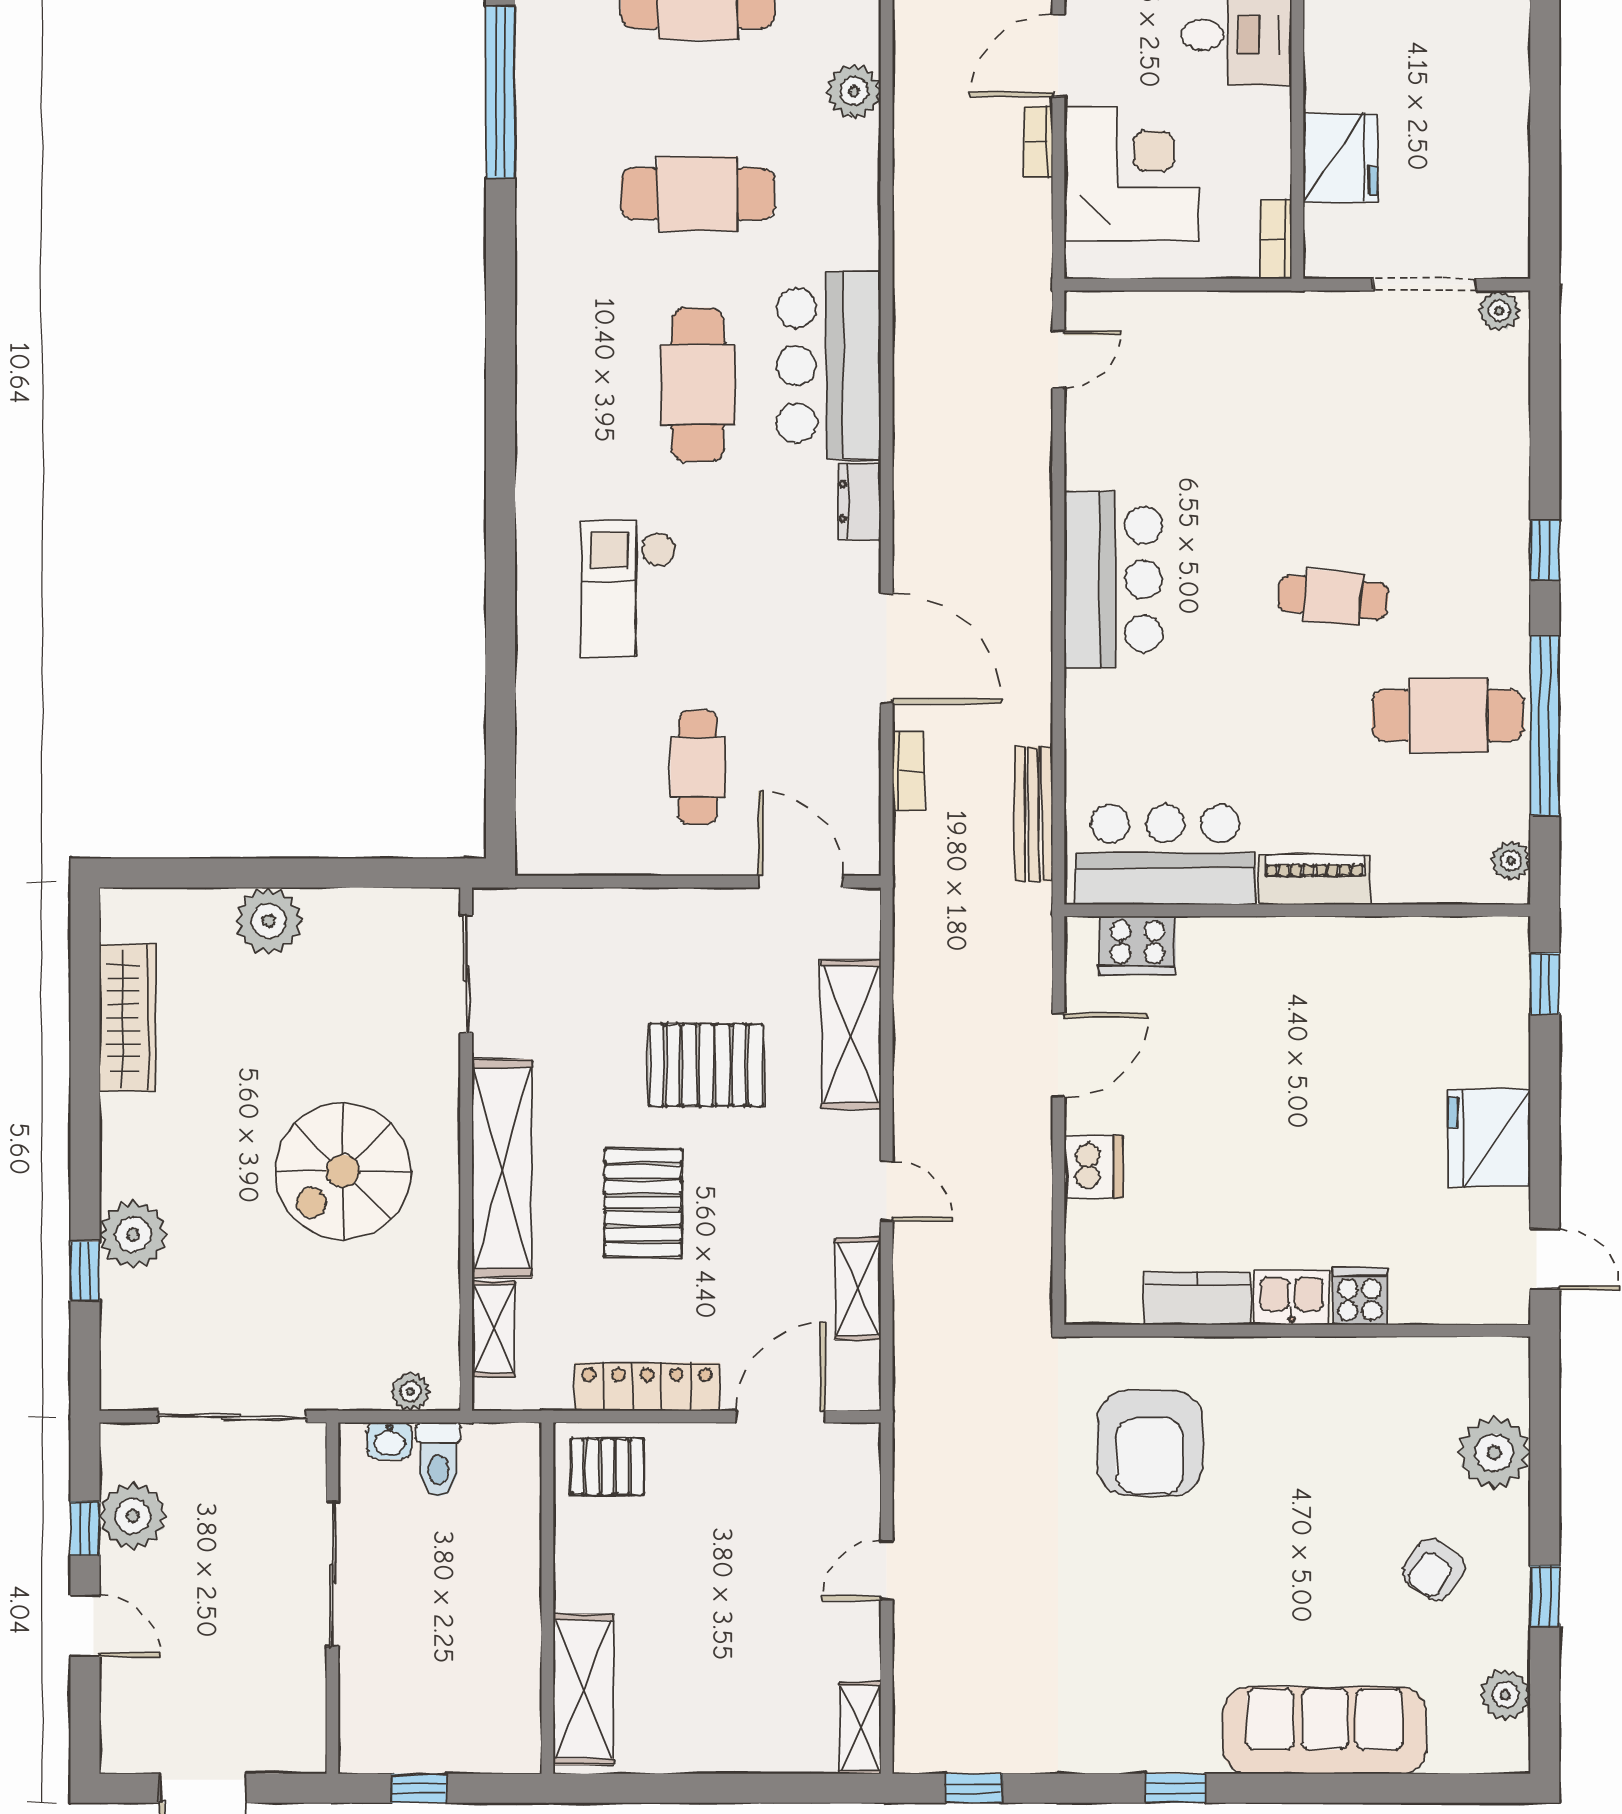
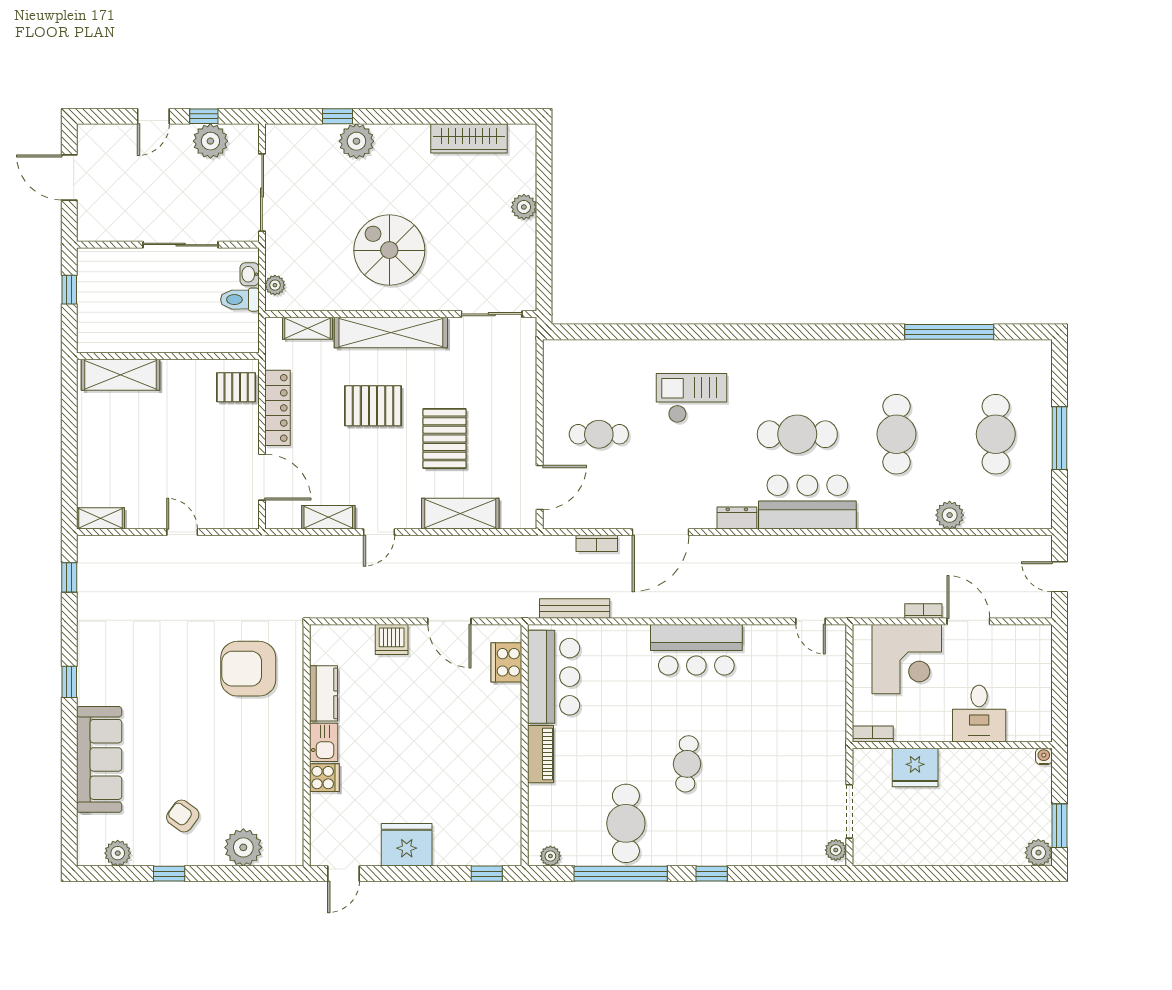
plant: (269, 921) -> (524, 207), width x0.73, depth x0.73
pallet: (607, 1467) -> (236, 387), turned 90

